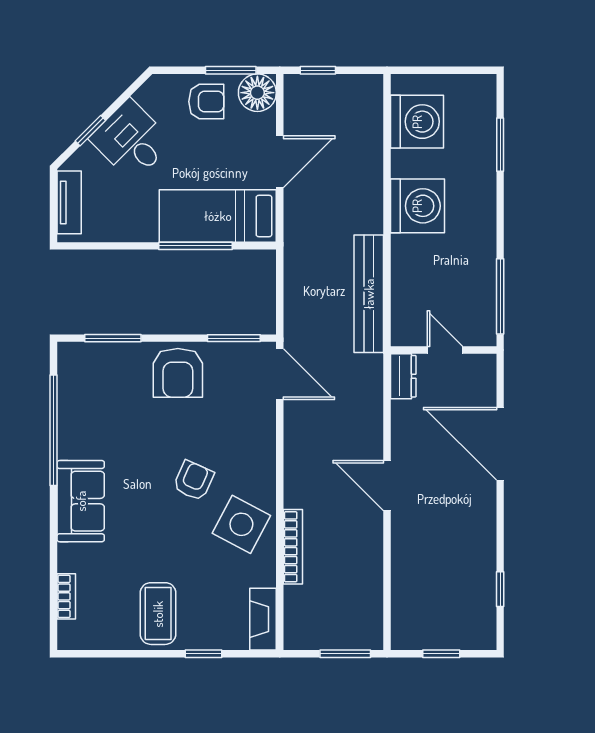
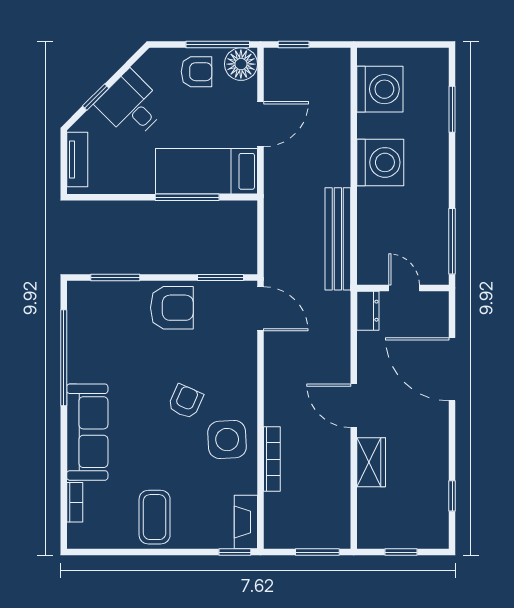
window: (231, 70) -> (218, 45), width x1.44
armchair: (178, 373) -> (172, 308), turned -90
sofa: (81, 501) -> (87, 432), width x1.36
side table: (241, 524) -> (227, 440), turned -31
wardrobe: (407, 550) -> (371, 462), added
window: (203, 654) -> (235, 552), moved

